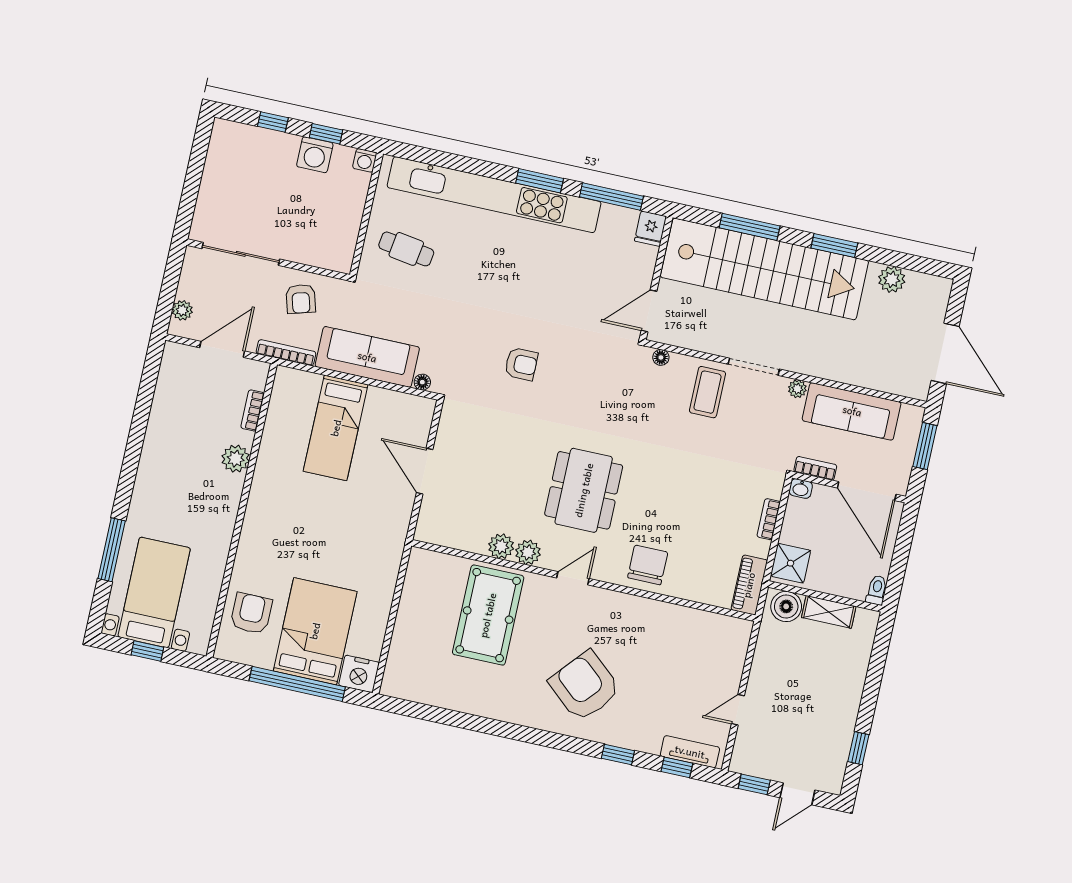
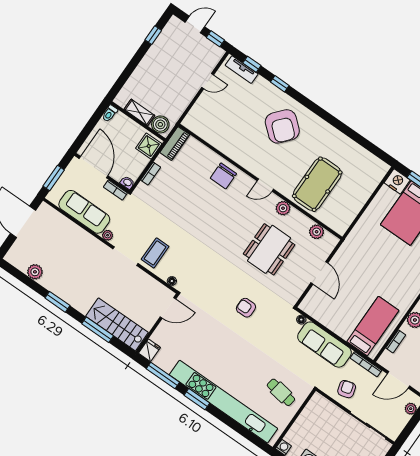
stairs: (764, 269) -> (117, 324), width x0.54, depth x0.66
bed: (336, 428) -> (373, 326), moved
dining table: (584, 490) -> (269, 249), moved
plant: (501, 546) -> (317, 232), moved

